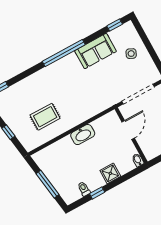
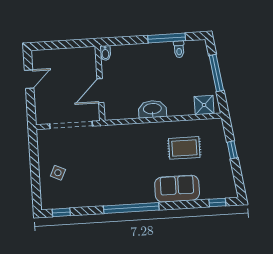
sofa: (95, 51) -> (177, 189), moved
shower: (110, 173) -> (204, 105), moved
window: (97, 193) -> (167, 38), width x2.17

